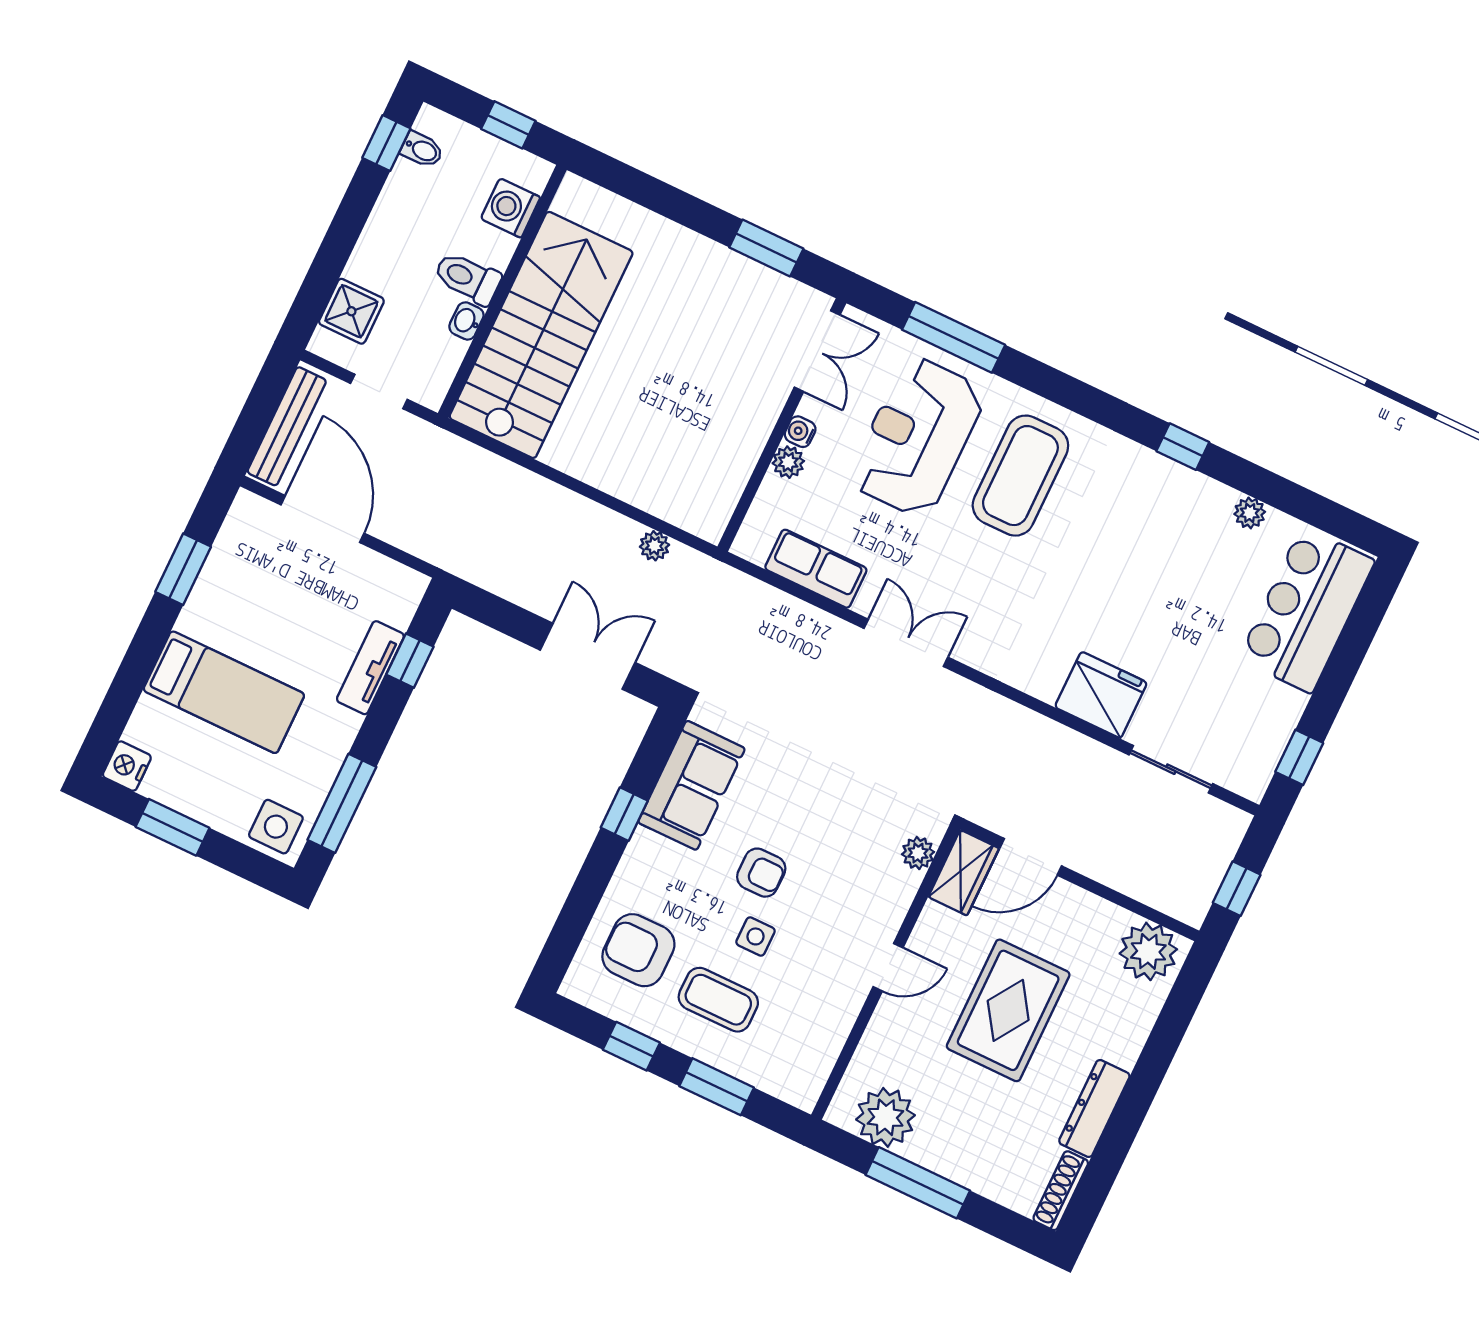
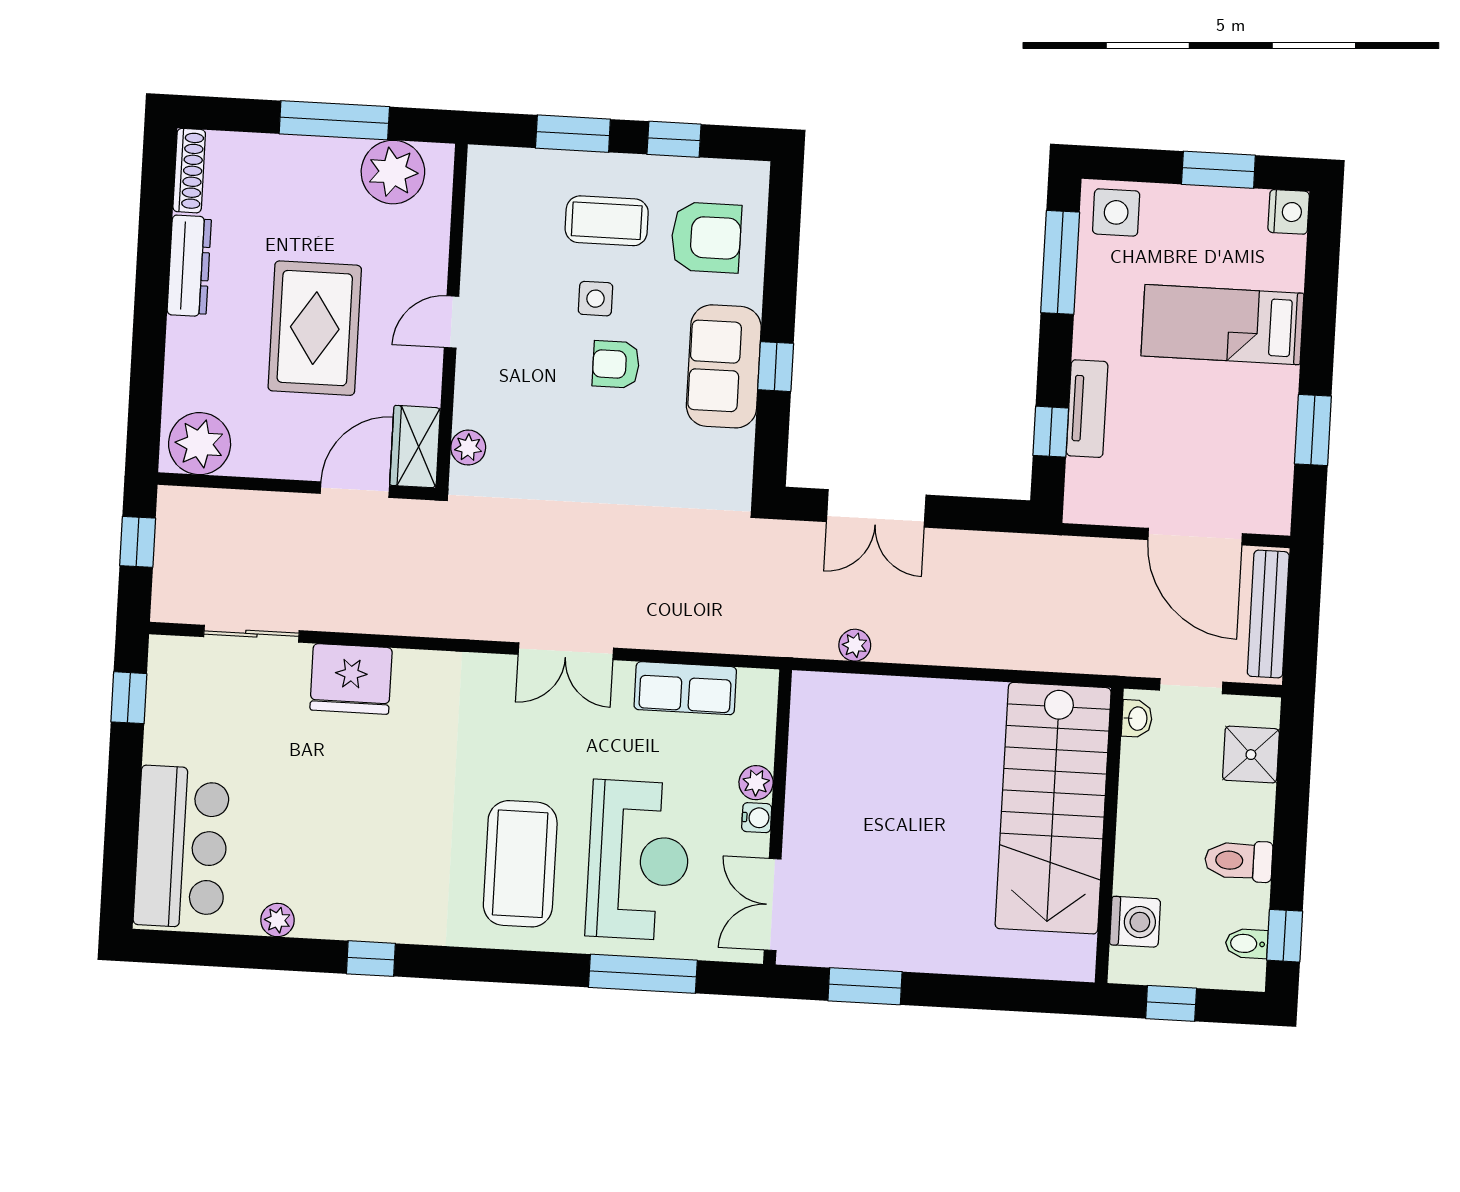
toilet: (468, 278) -> (1239, 861), moved, turned 180
washbasin: (466, 321) -> (1137, 719), moved
sofa: (691, 785) -> (724, 366), moved

